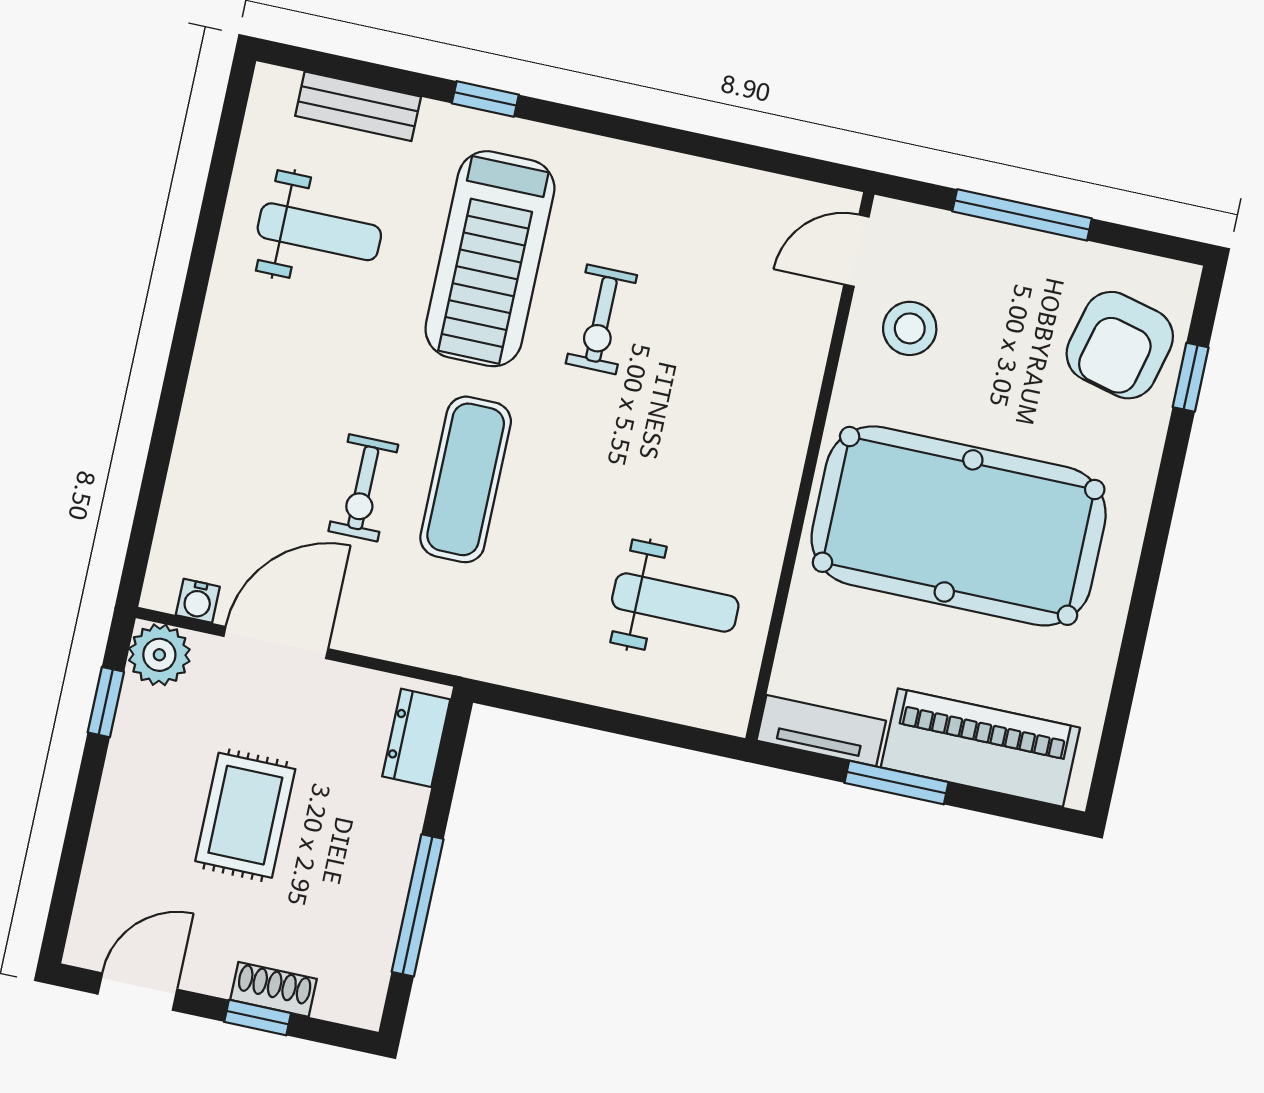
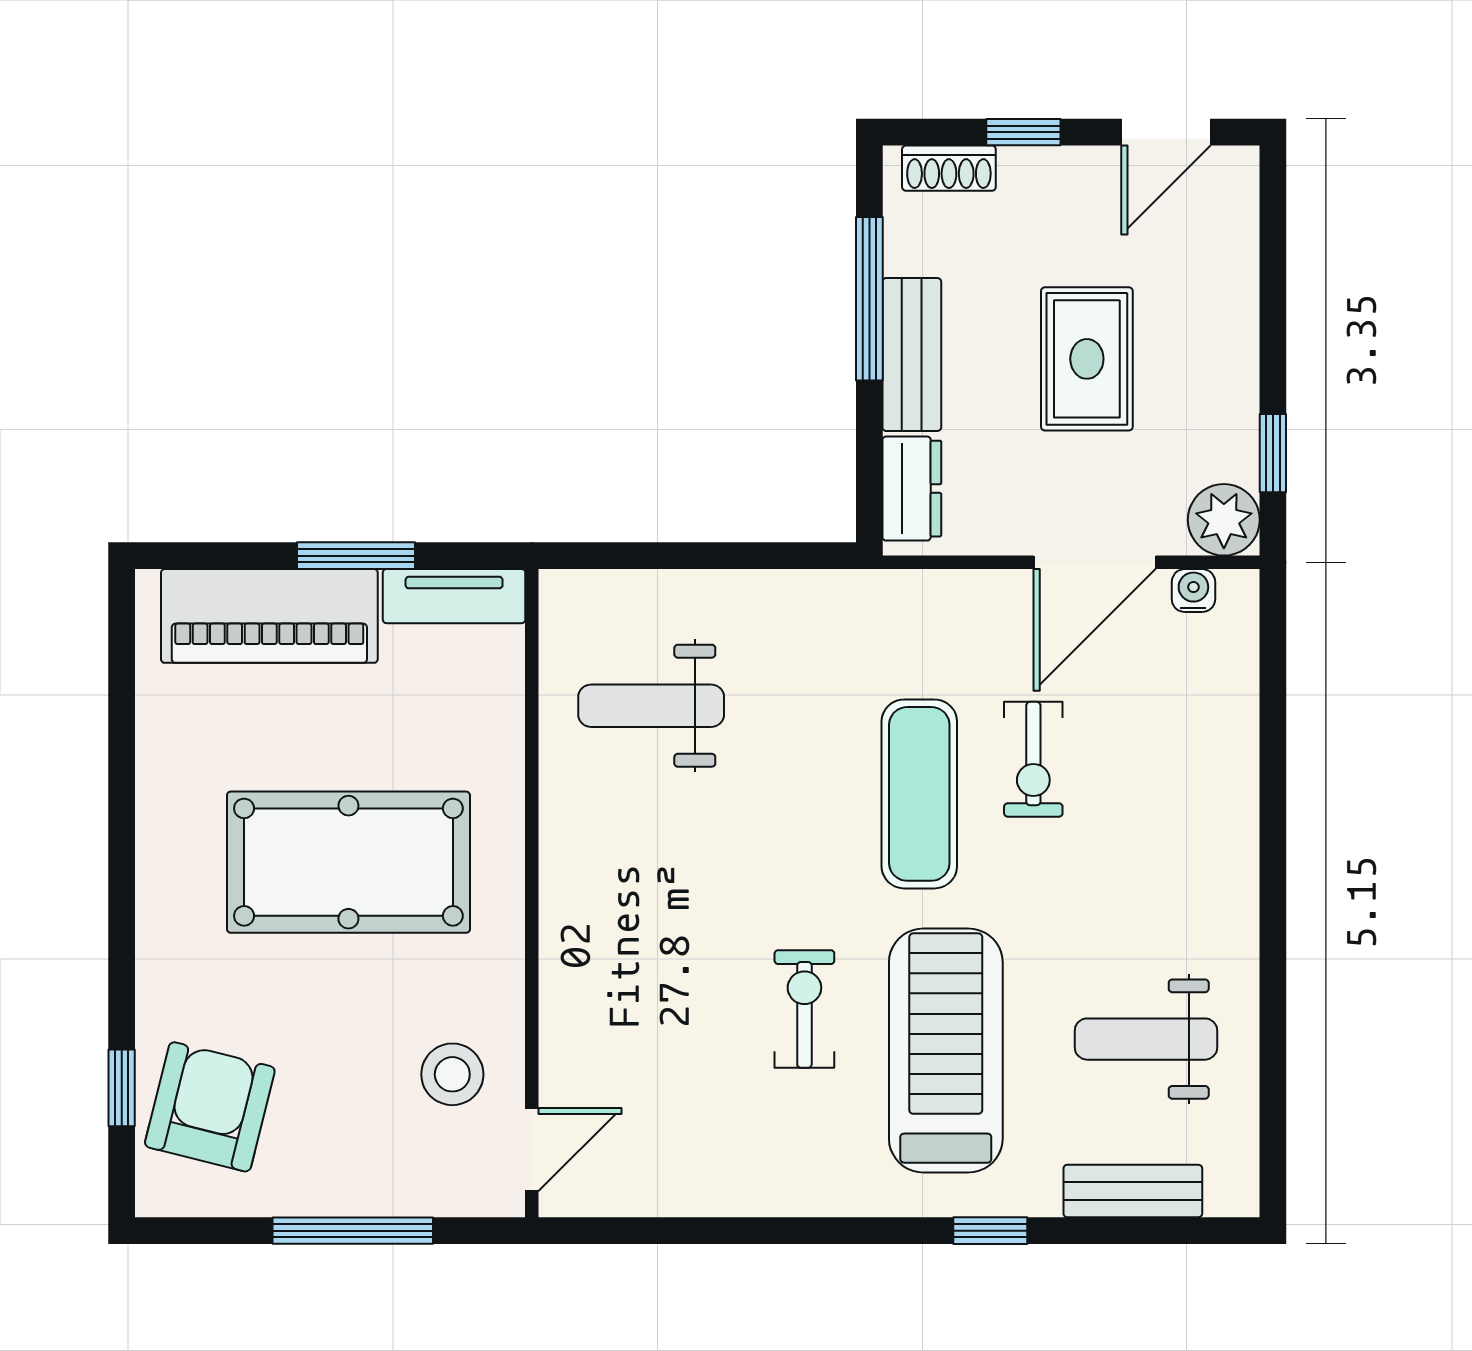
exercise bike: (363, 488) -> (1033, 759), turned 180
pool table: (959, 526) -> (348, 862), width x0.73, depth x0.76
bench: (392, 851) -> (912, 354), added
shoe rack: (274, 989) -> (949, 168), moved

